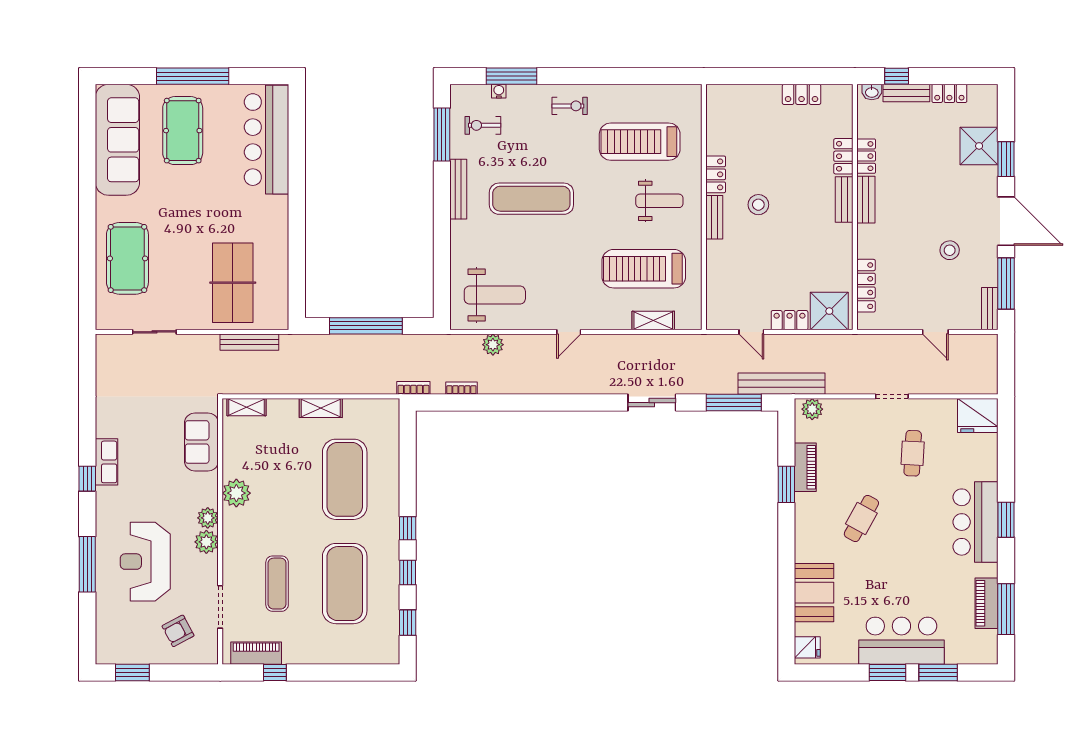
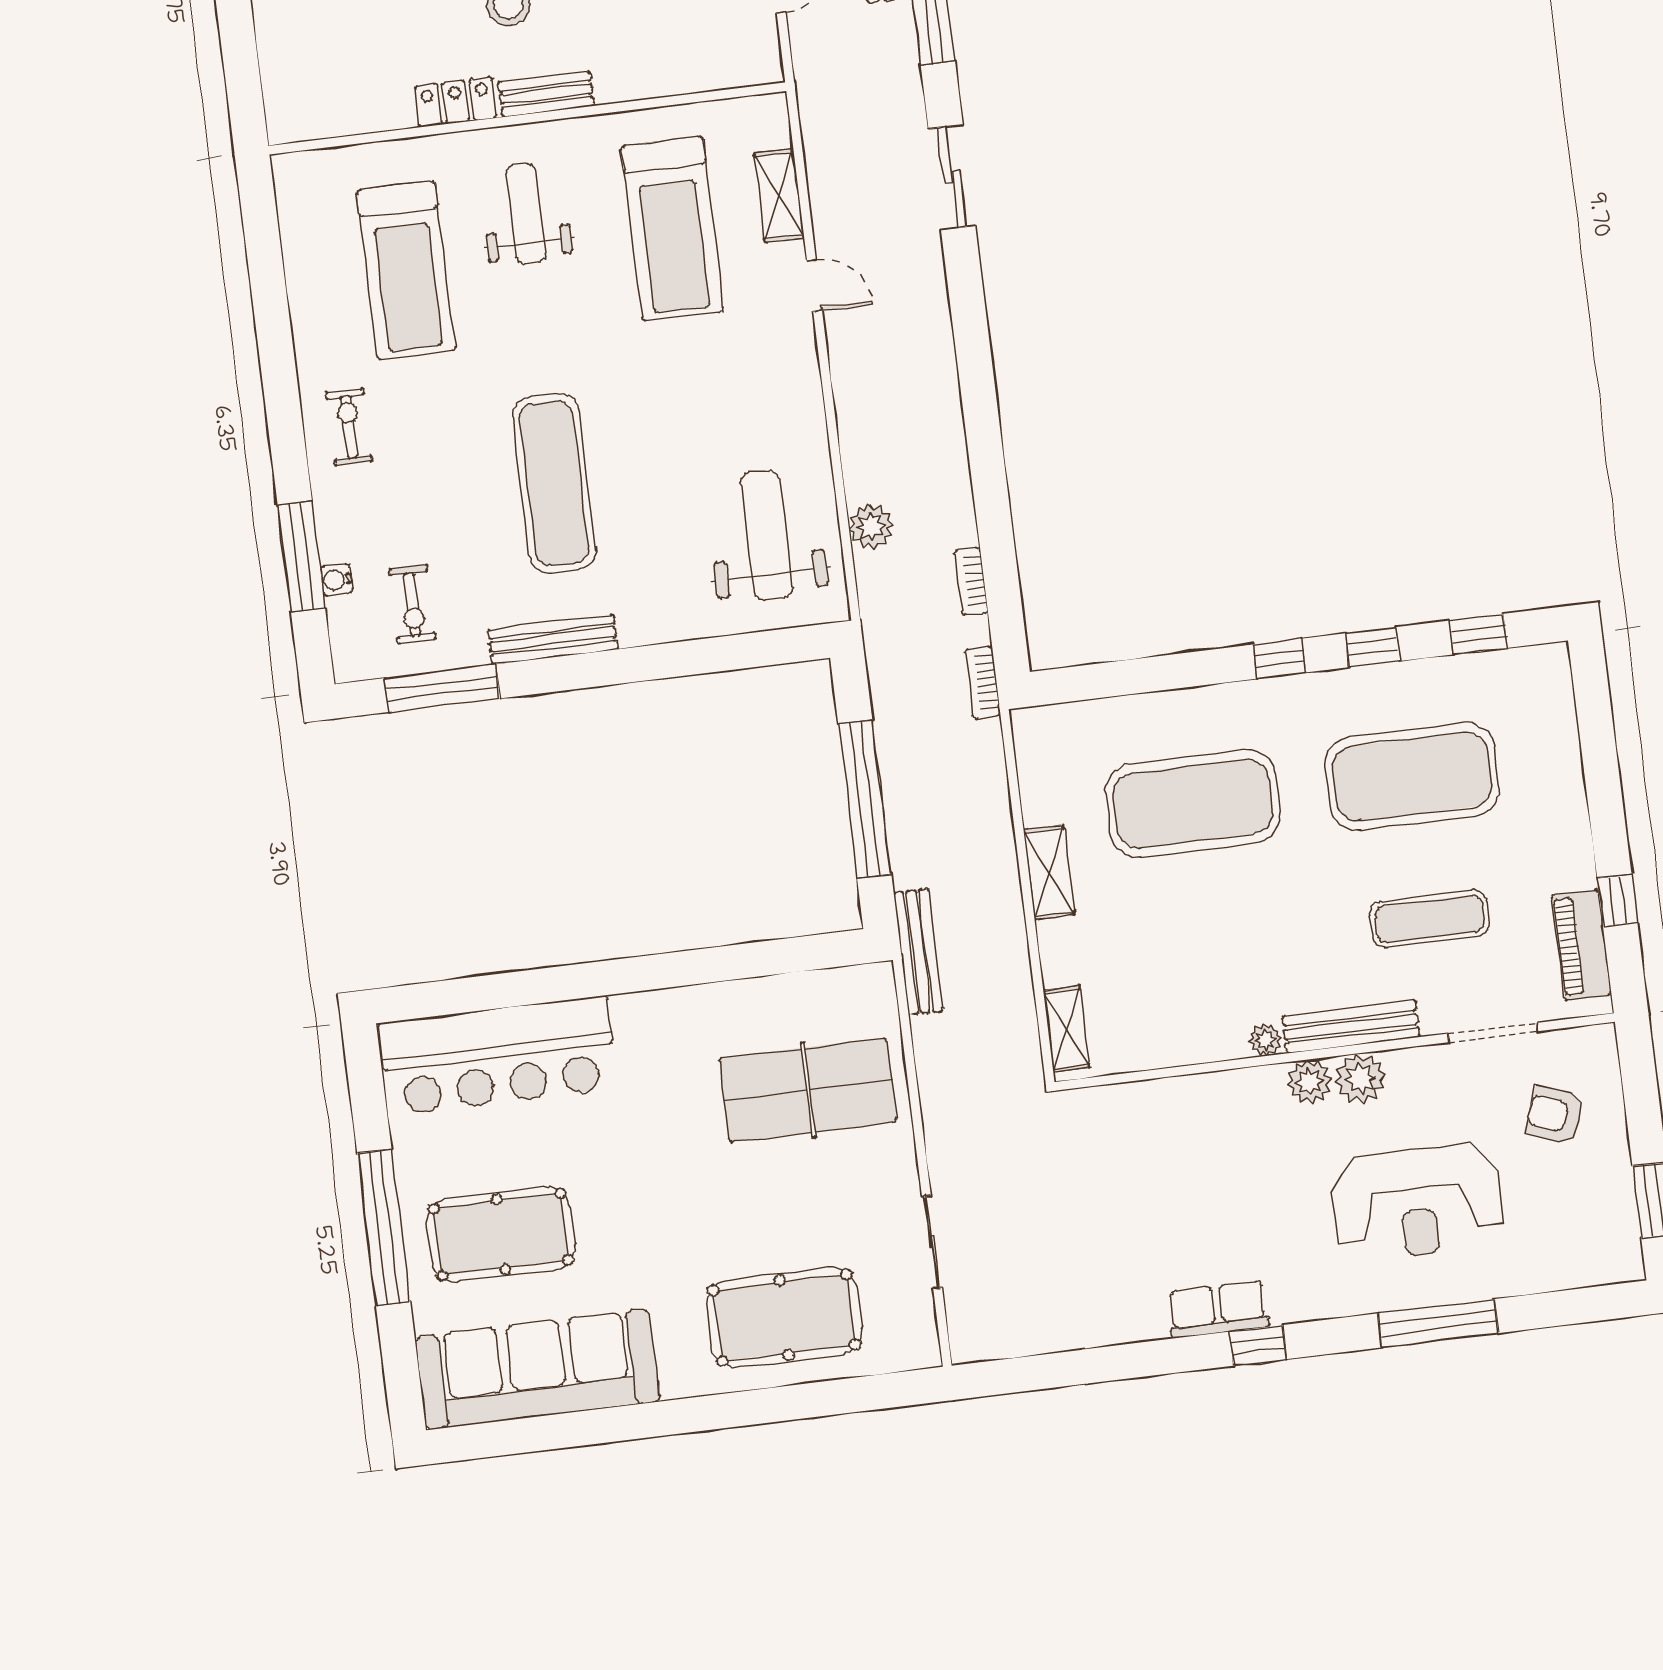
door: (569, 332) -> (815, 286), moved
bench: (249, 342) -> (918, 952), moved
sofa: (201, 442) -> (1151, 1115), removed
plant: (236, 493) -> (1265, 1040), width x0.53, depth x0.53
bench: (231, 541) -> (1351, 1027), added
armchair: (178, 631) -> (1555, 1115), turned 139

